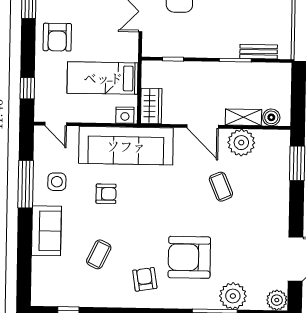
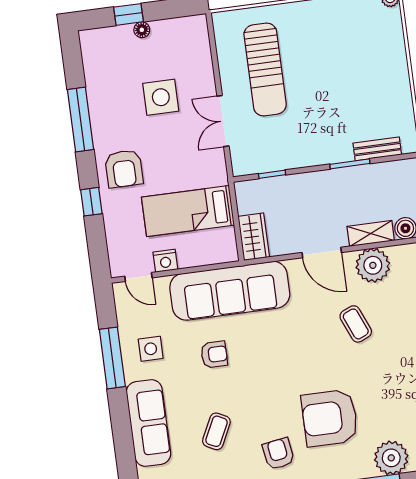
window: (27, 88) -> (91, 202), moved
nightstand: (125, 115) -> (165, 261), moved
sofa: (46, 231) -> (148, 423), width x1.36

